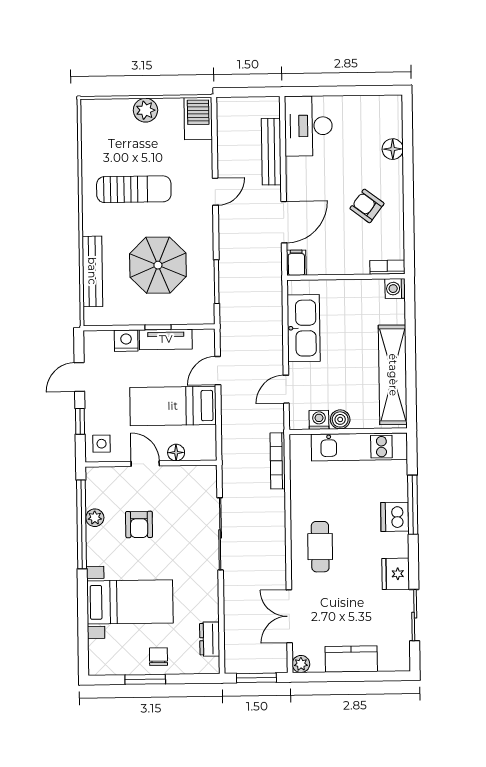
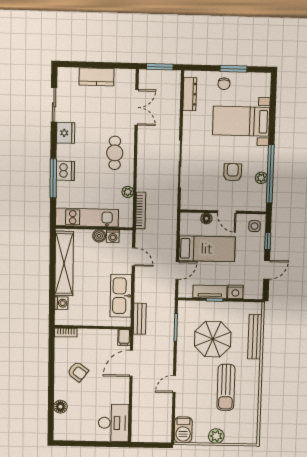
bench: (271, 152) -> (140, 319), moved, width x0.73
sun lounger: (134, 189) -> (226, 387), turned -90
washing machine: (395, 289) -> (61, 303), moved
door: (286, 389) -> (133, 257), hinge flipped
dresser: (210, 639) -> (190, 94), width x1.44
plant: (301, 664) -> (128, 192), moved

